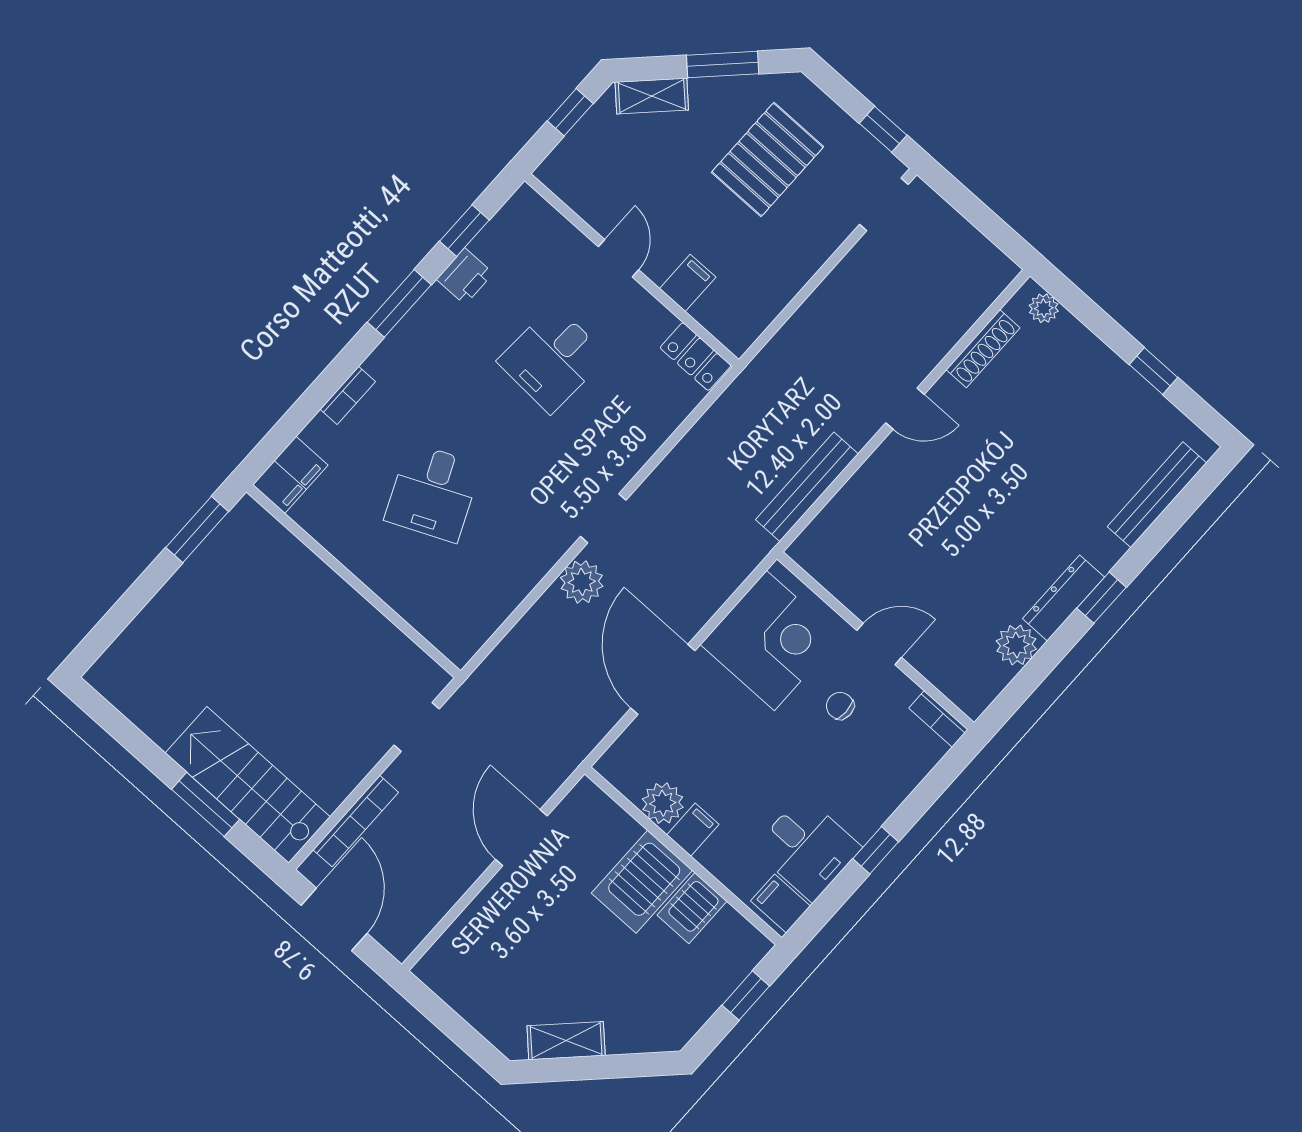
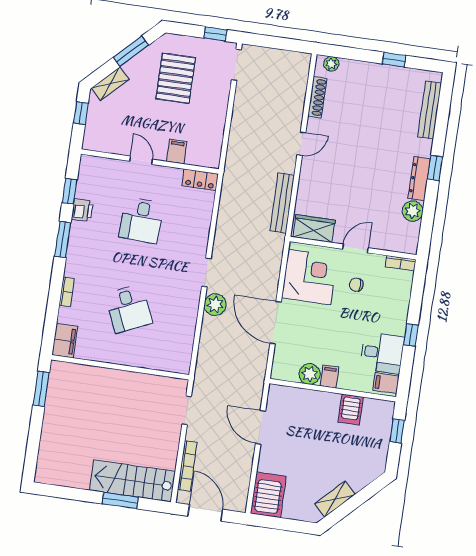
wardrobe: (832, 565) -> (314, 229), added
server rack: (642, 882) -> (268, 495), moved, turned 180

